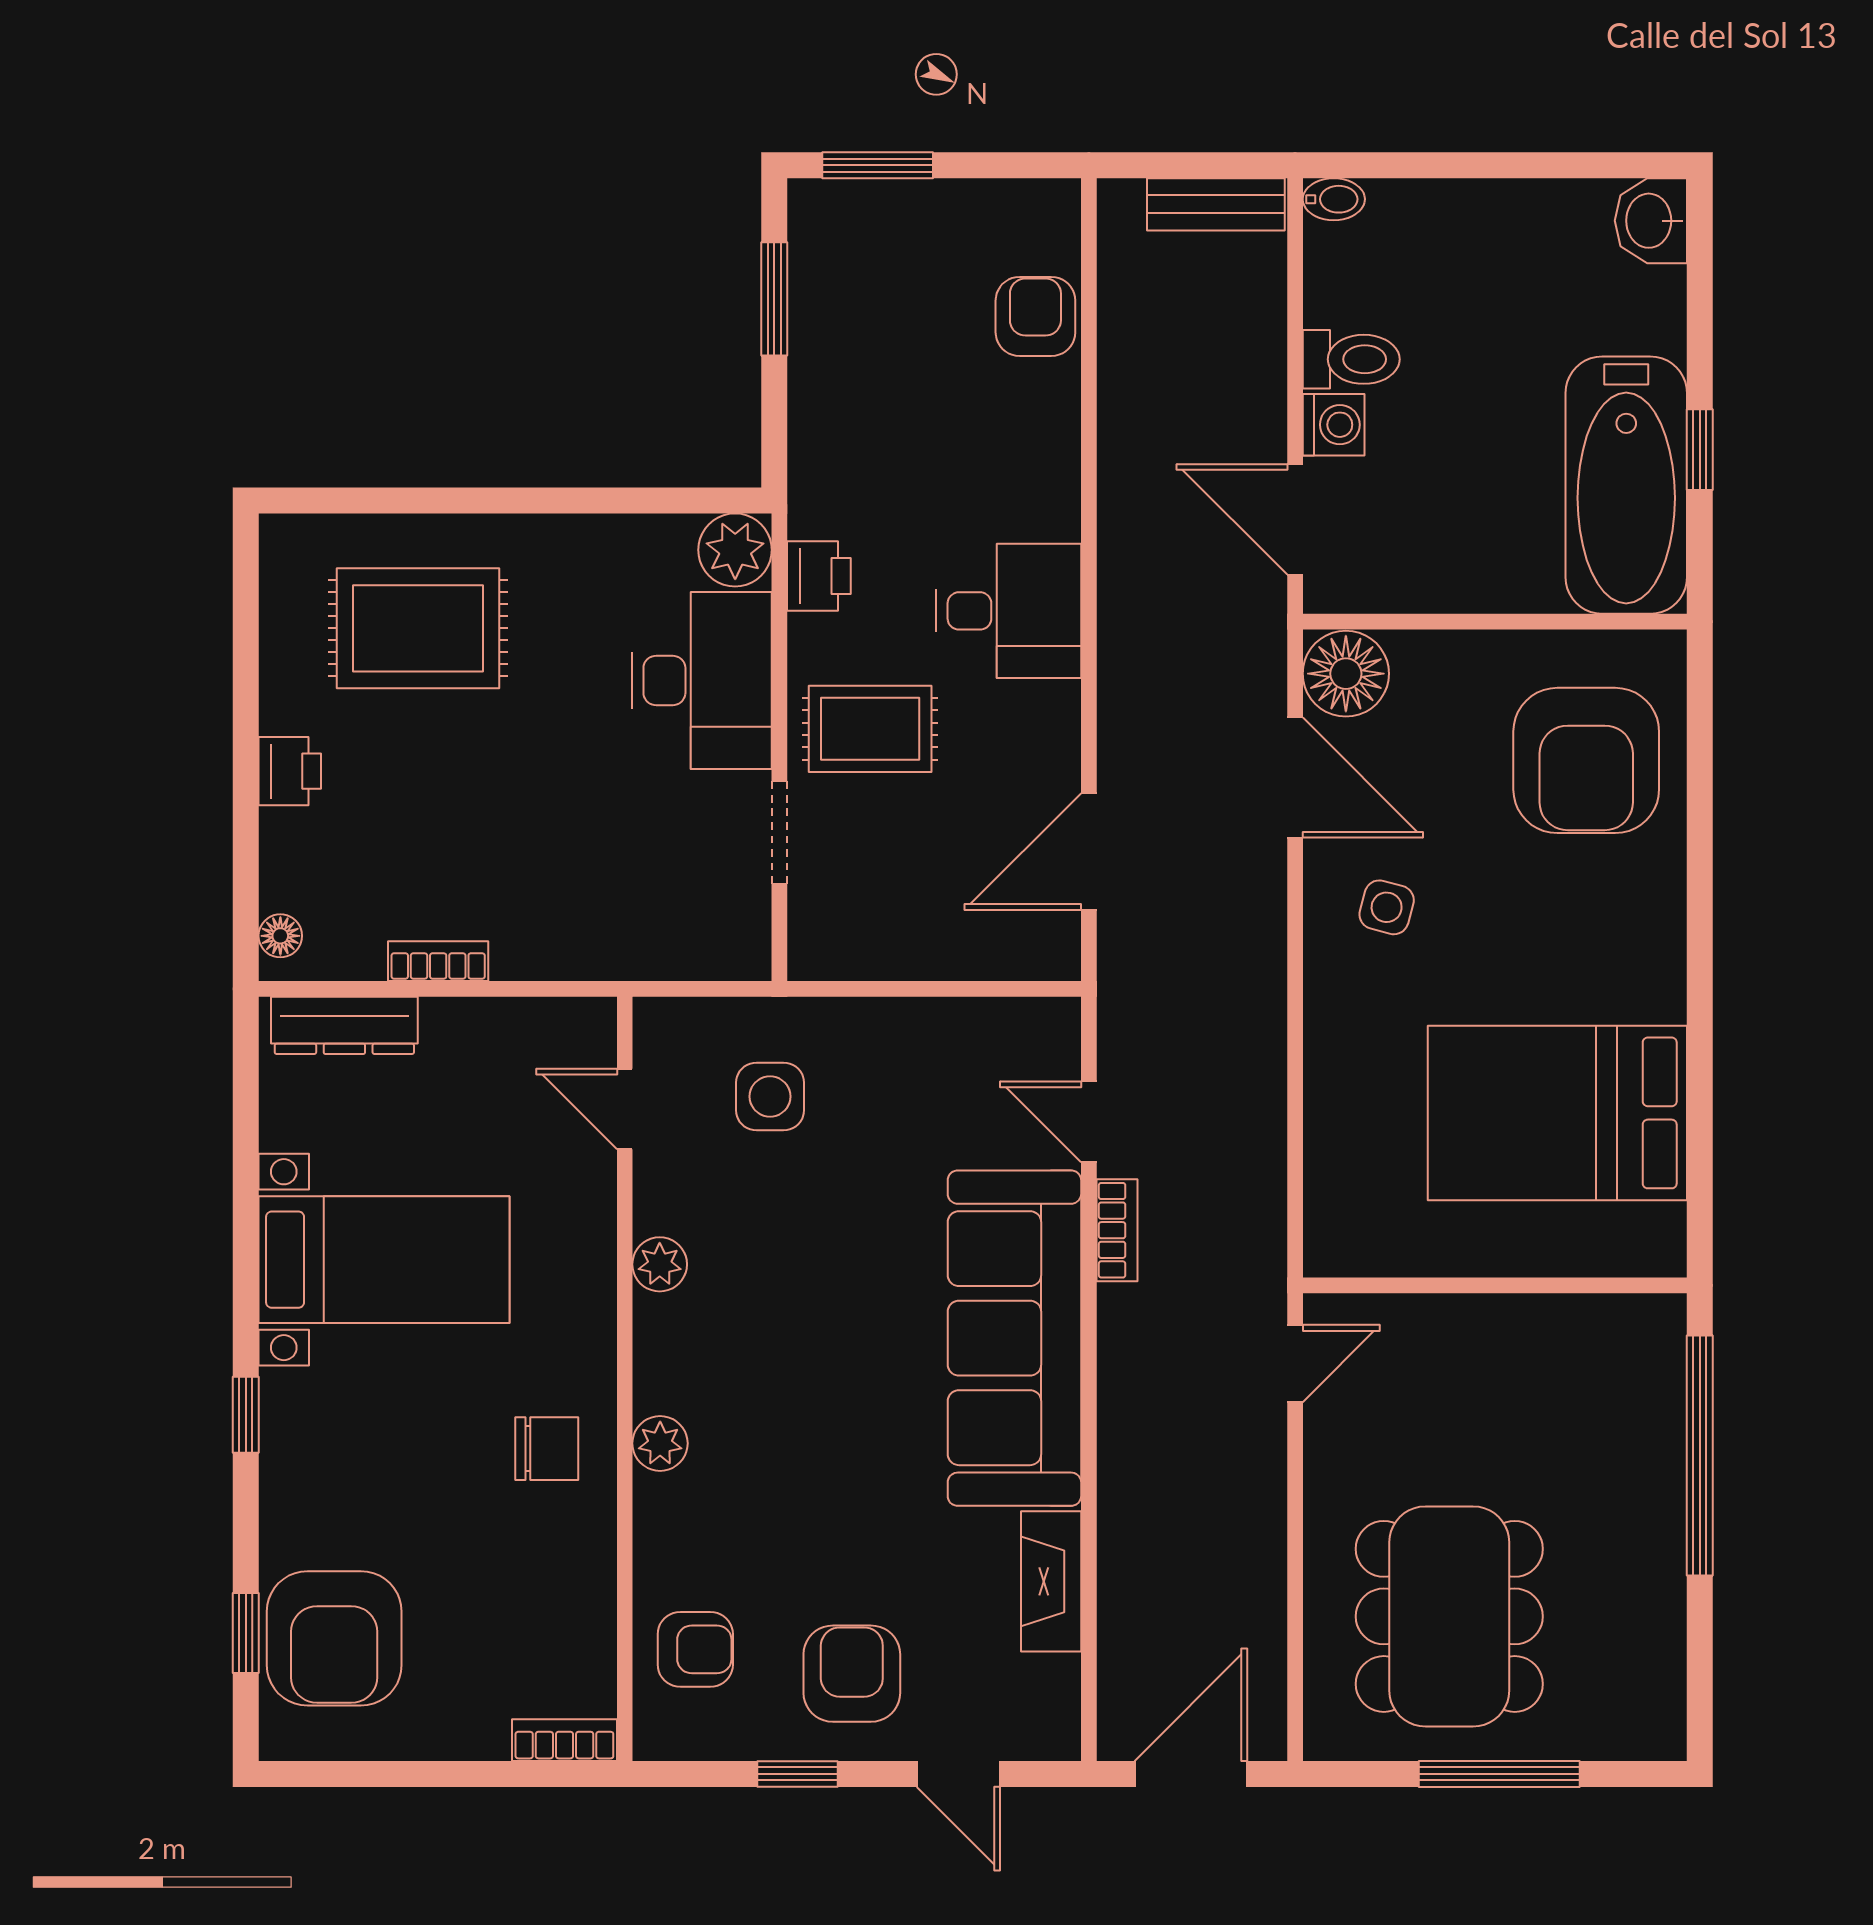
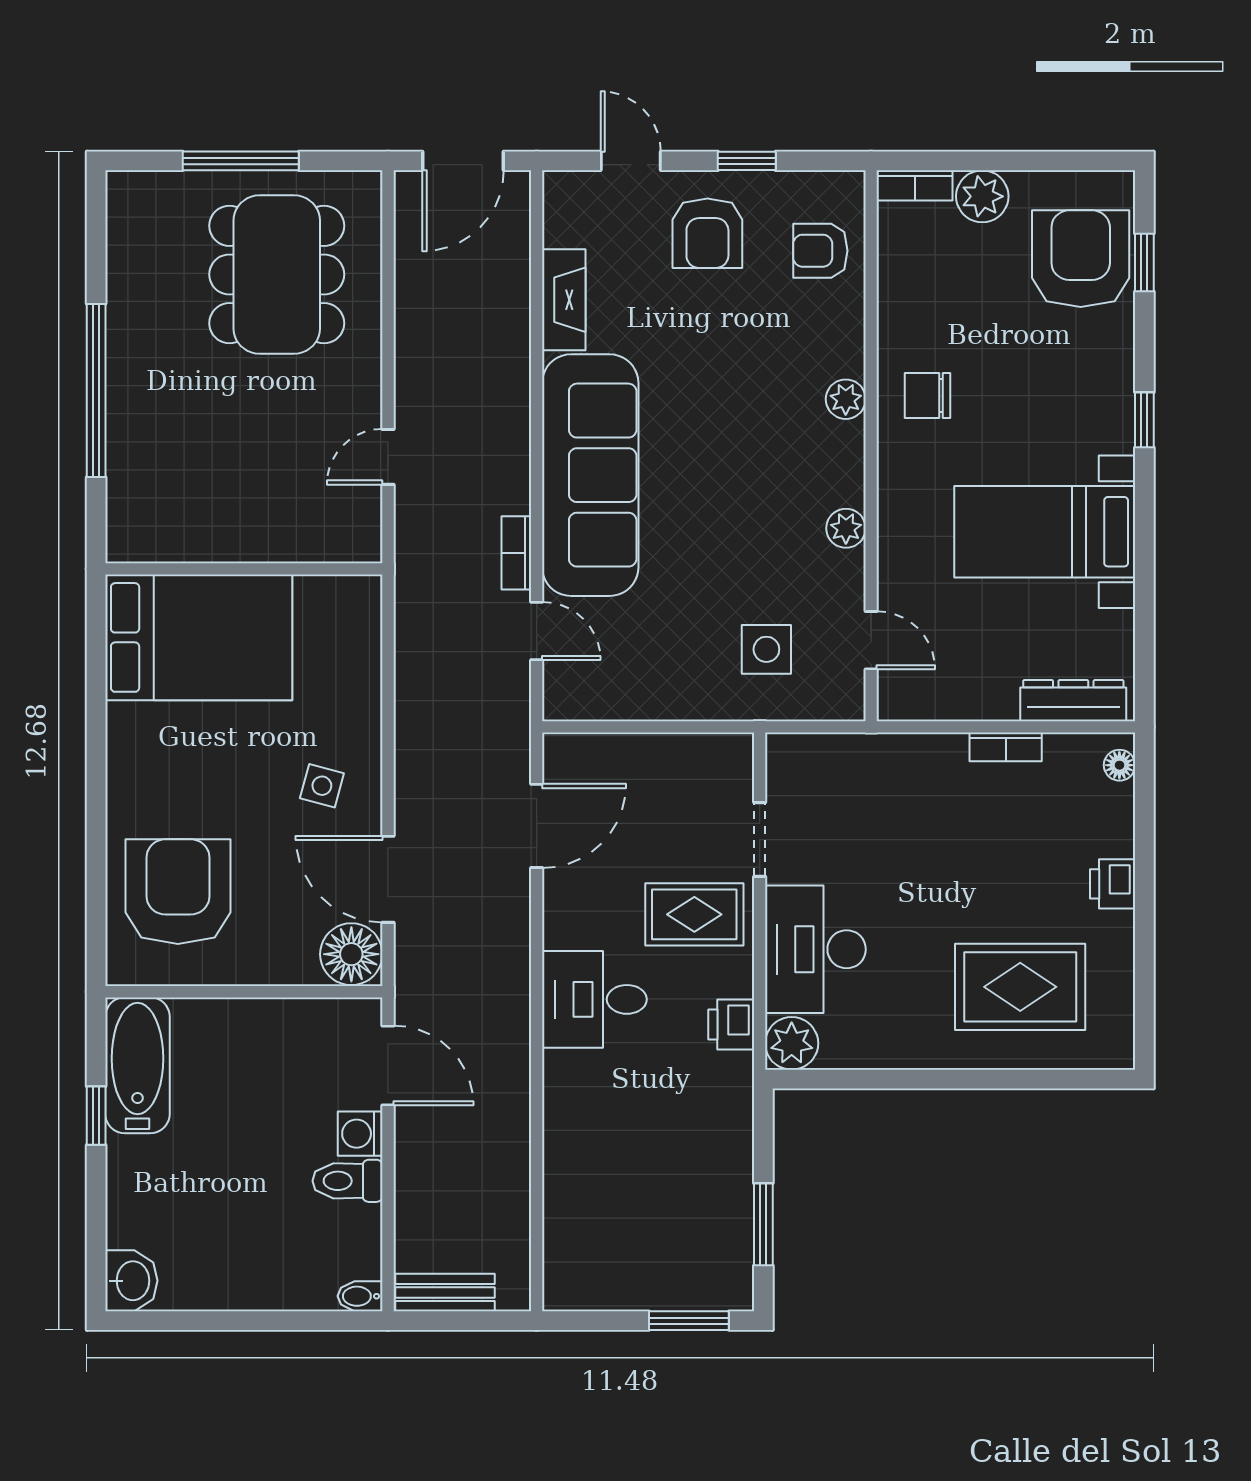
armchair: (1035, 316) -> (575, 1212), removed
bathtub: (1626, 485) -> (137, 1065), width x0.73, depth x0.73
wall: (1495, 1285) -> (244, 569), moved
plant: (471, 1725) -> (982, 196), added

